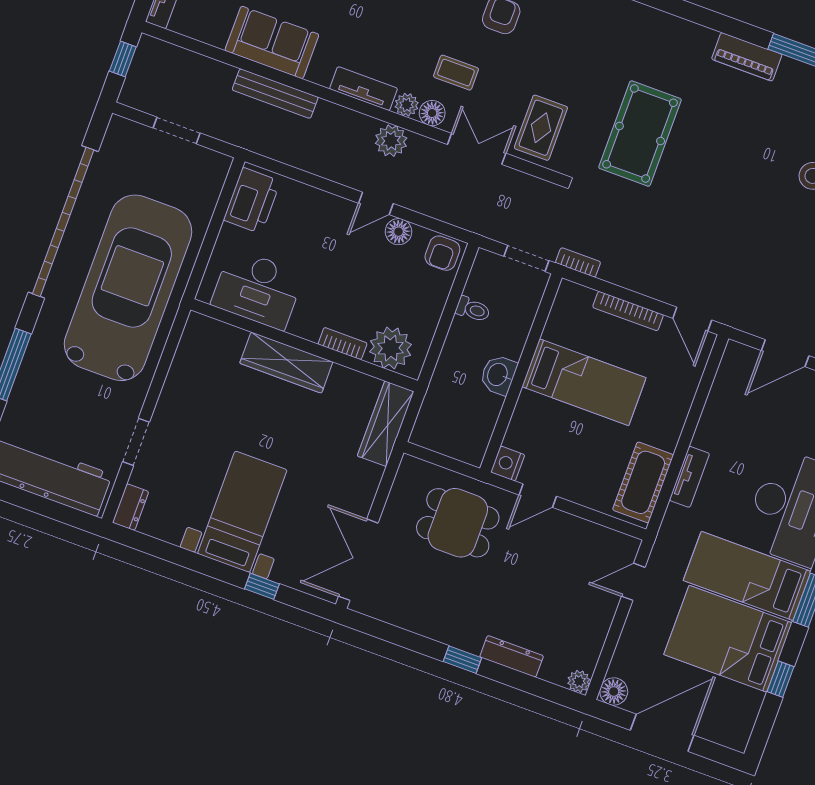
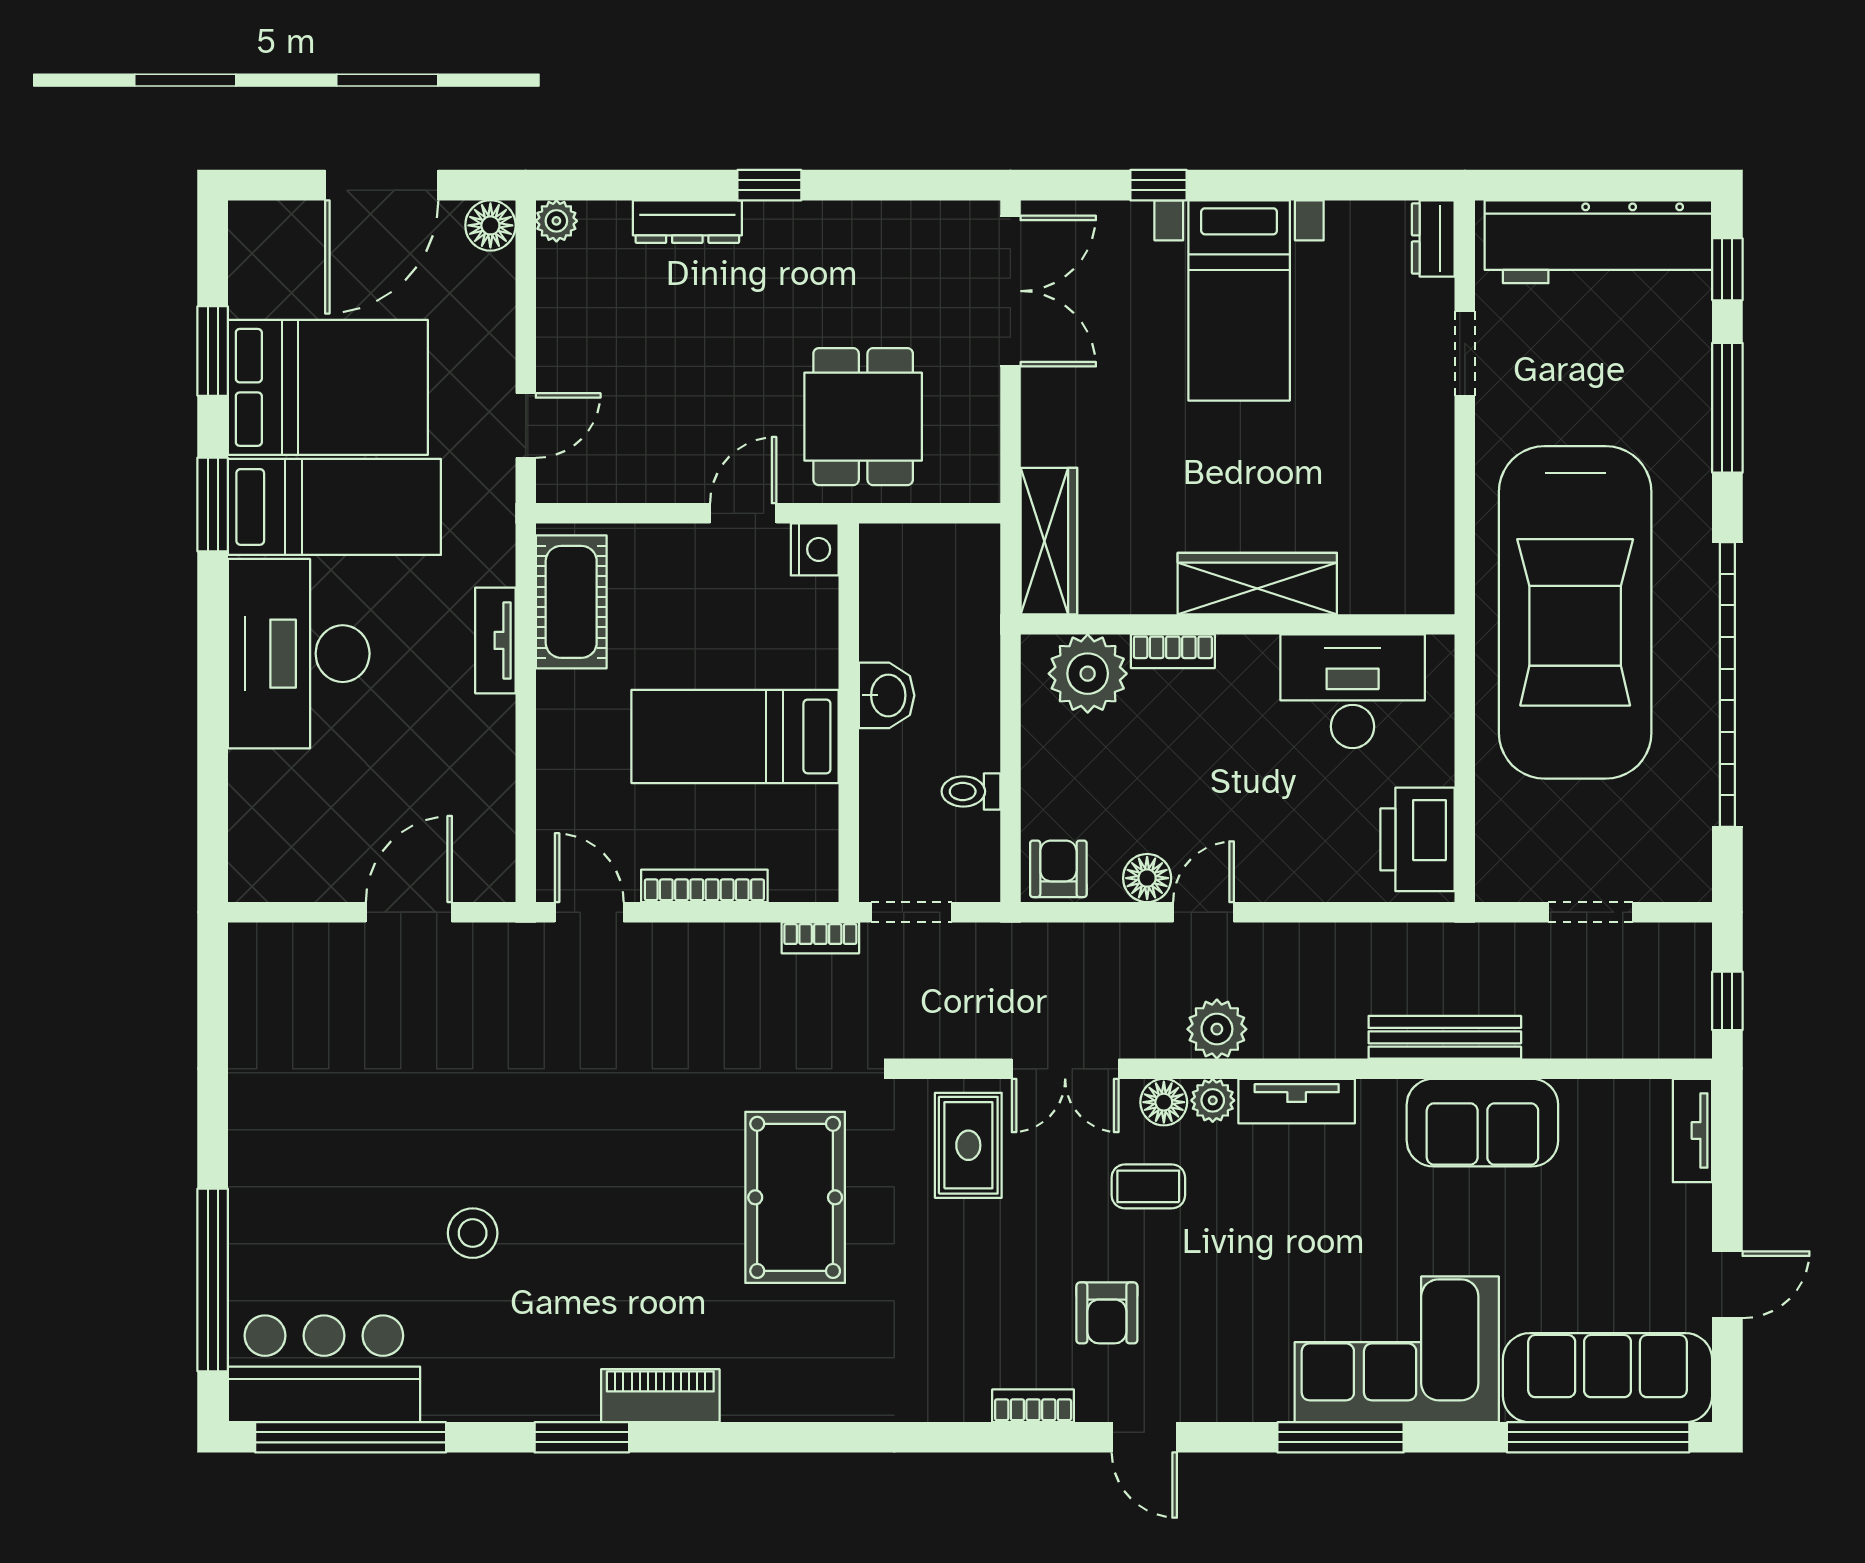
dining table: (458, 523) -> (863, 417), turned 90
window: (780, 679) -> (213, 351), width x1.50

